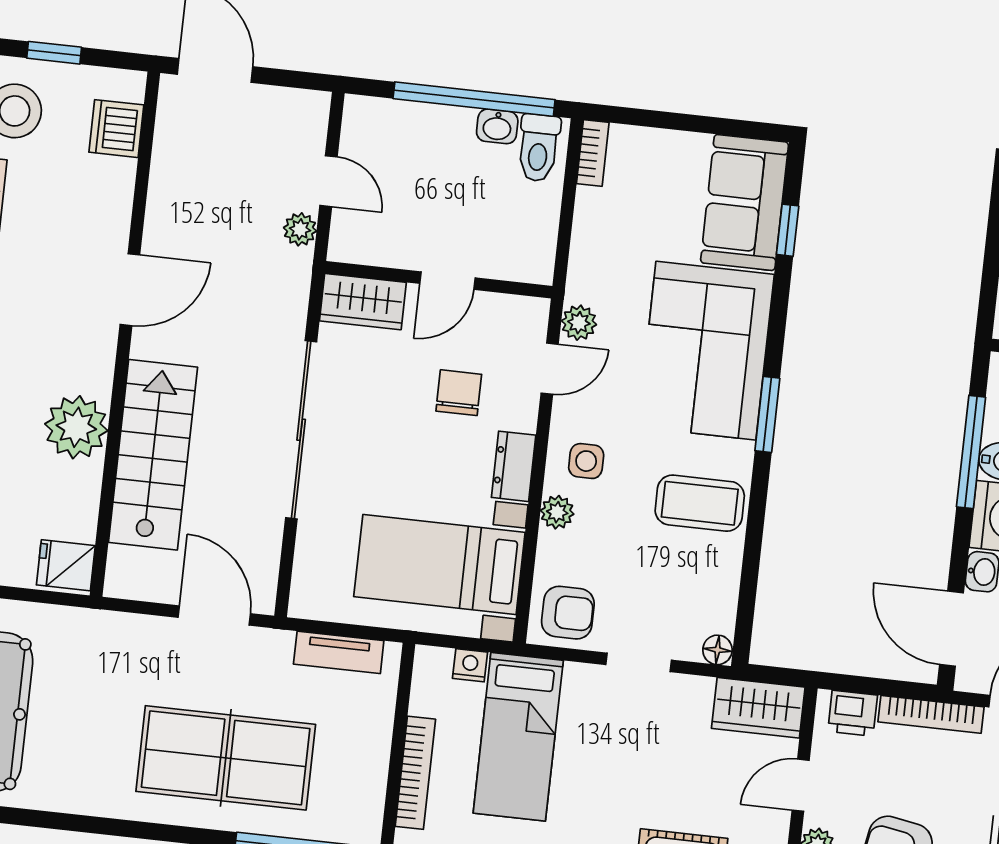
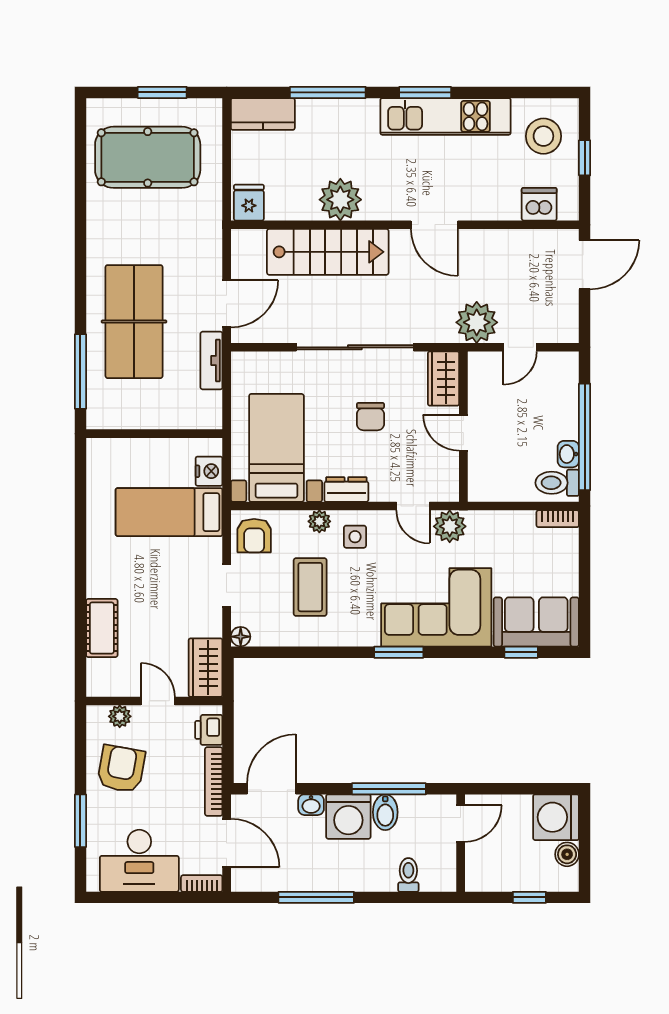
plant: (300, 229) -> (477, 322), width x1.88, depth x1.88
plant: (579, 323) -> (450, 526), width x1.38, depth x1.38
chair: (459, 393) -> (370, 417), moved, turned 90
coffee table: (700, 503) -> (310, 587), moved
tv unit: (339, 652) -> (211, 361), moved
nightstand: (470, 665) -> (209, 471), width x1.39, depth x1.35
bookcase: (415, 773) -> (138, 447), removed

